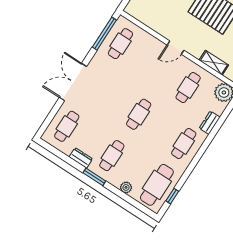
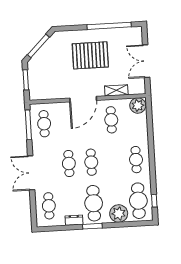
door: (176, 48) -> (83, 99), width x1.87
cafe table: (116, 100) -> (69, 163), added
dresser: (210, 123) -> (143, 133), removed
cafe table: (112, 156) -> (94, 203), width x1.37, depth x1.35
plant: (126, 187) -> (119, 214), width x1.87, depth x1.87

